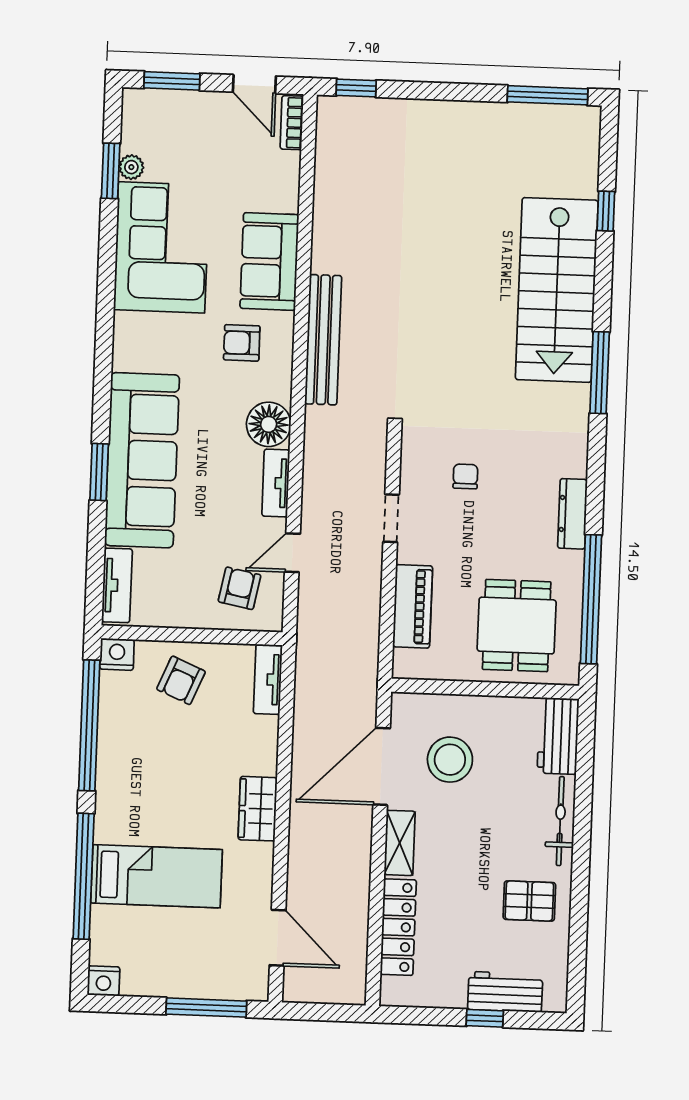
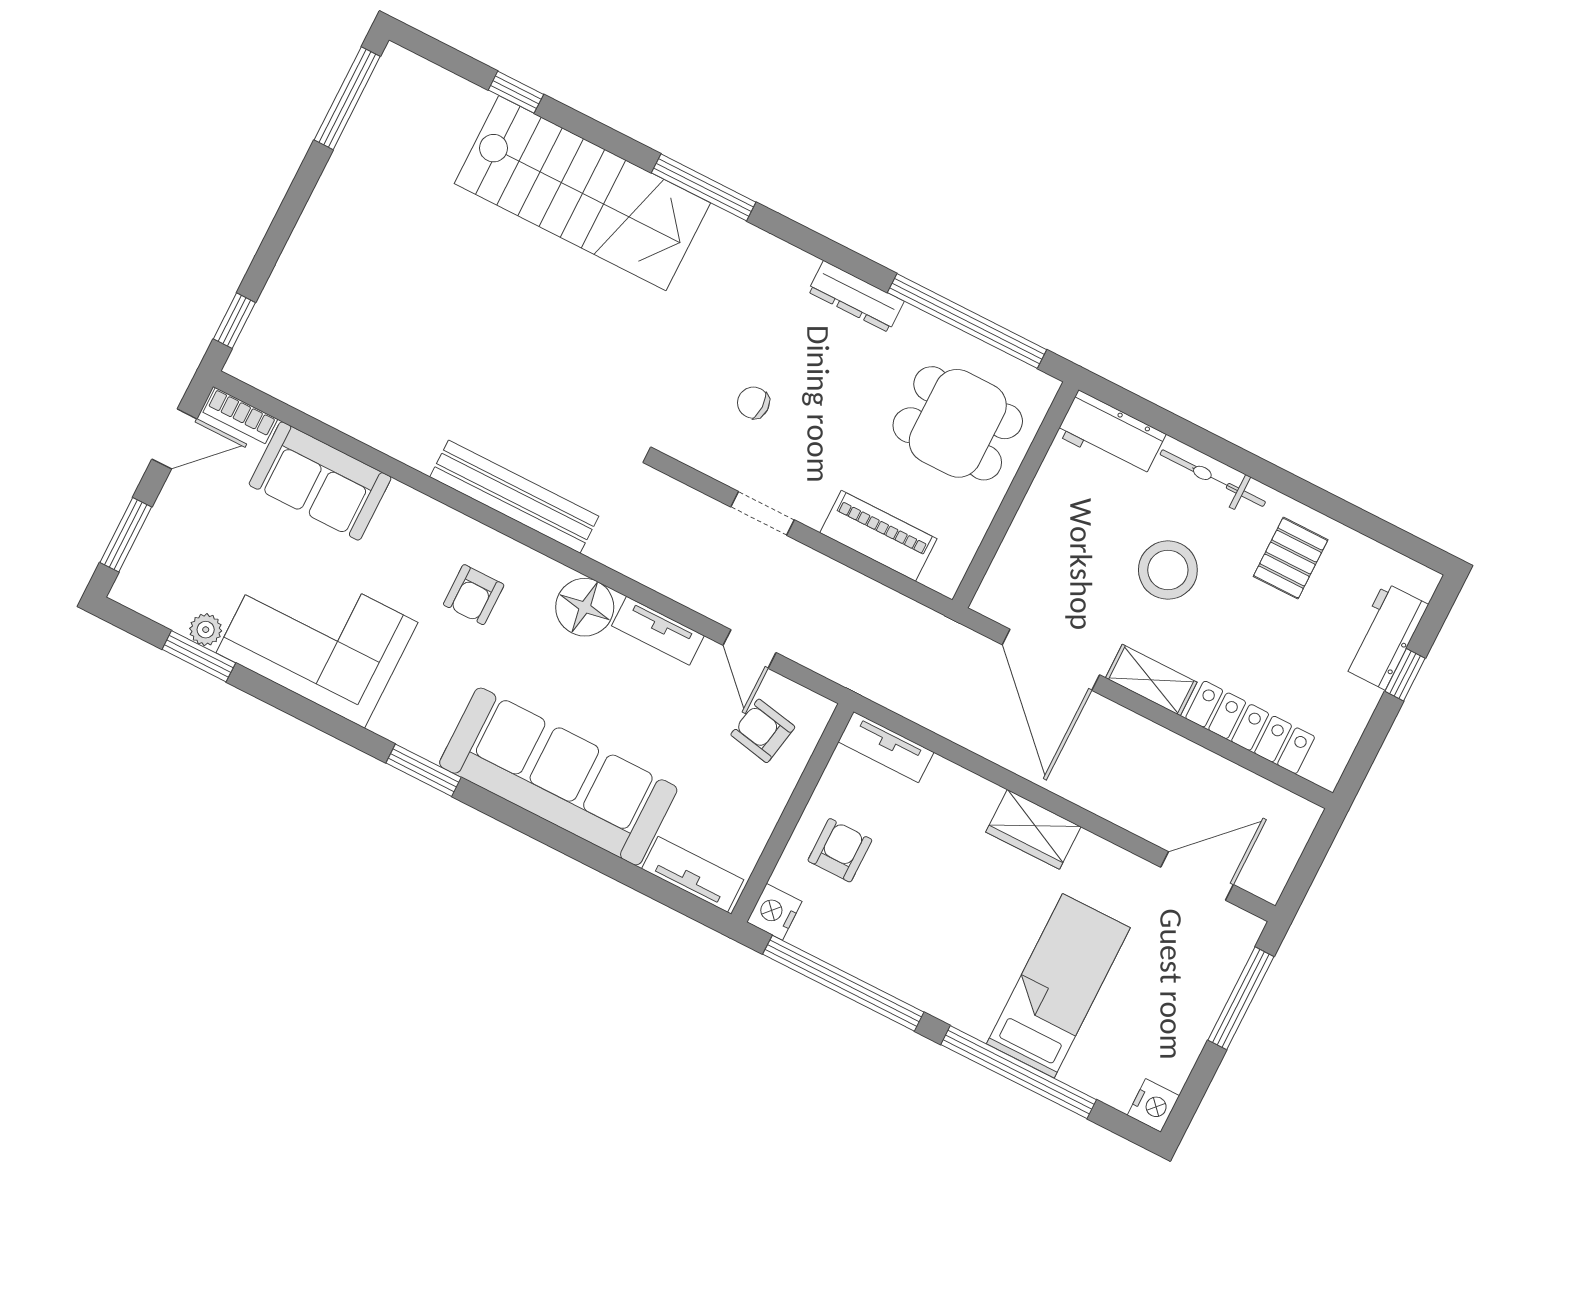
sofa: (269, 261) -> (320, 481), moved
window: (99, 472) -> (424, 770), moved
armchair: (181, 680) -> (840, 850), turned -113
stool: (450, 760) -> (1168, 570), moved

